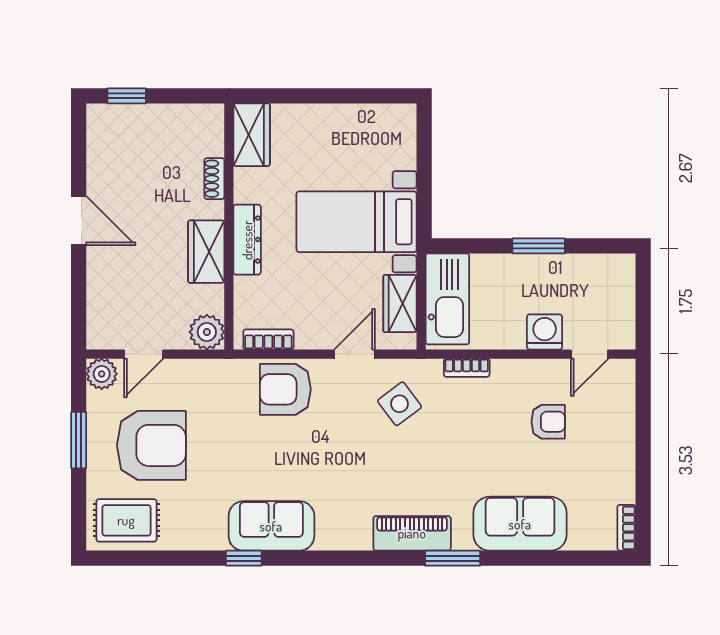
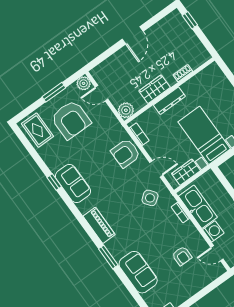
wardrobe: (252, 135) -> (208, 75), removed
kitchen sink: (447, 299) -> (198, 207), moved, turned -90
armchair: (285, 389) -> (126, 153), turned -90
piano: (412, 533) -> (99, 225), moved

